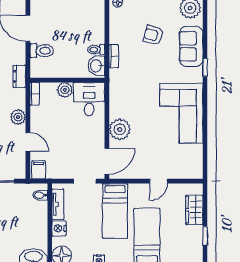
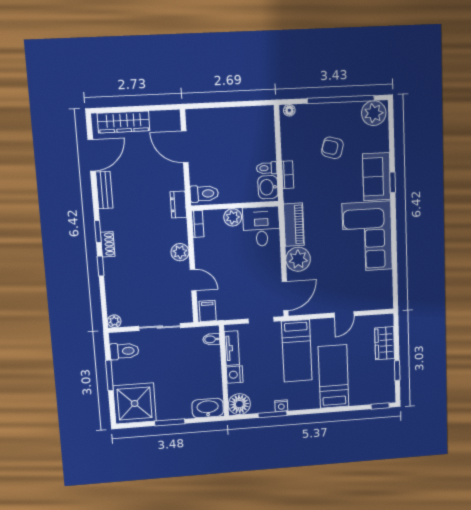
sofa: (191, 46) -> (377, 177), moved
toilet: (42, 51) -> (204, 194), moved
piano: (117, 99) -> (294, 225), added

